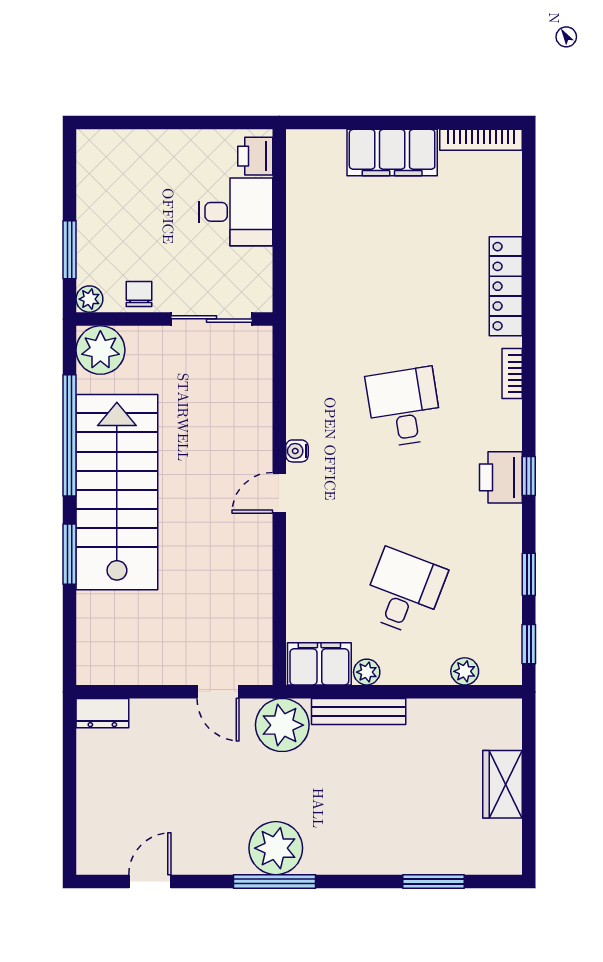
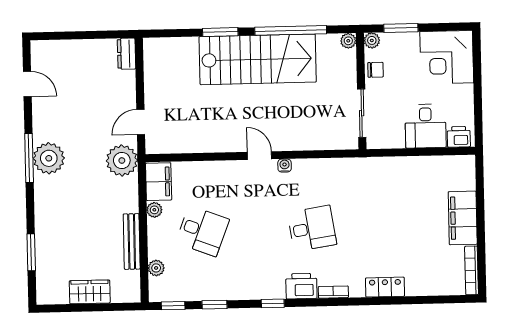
corner desk: (120, 174) -> (447, 57), added
locker: (506, 286) -> (385, 287), width x0.66
plant: (100, 350) -> (348, 41), width x0.53, depth x0.53
printer: (501, 477) -> (301, 286), moved
bench: (359, 712) -> (132, 241), moved

